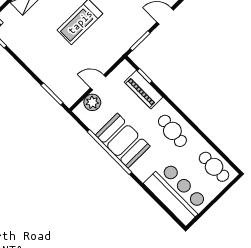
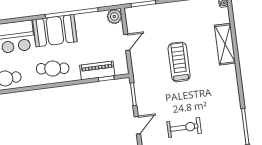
plant: (92, 102) -> (114, 16), moved
booth: (123, 141) -> (55, 31), moved

